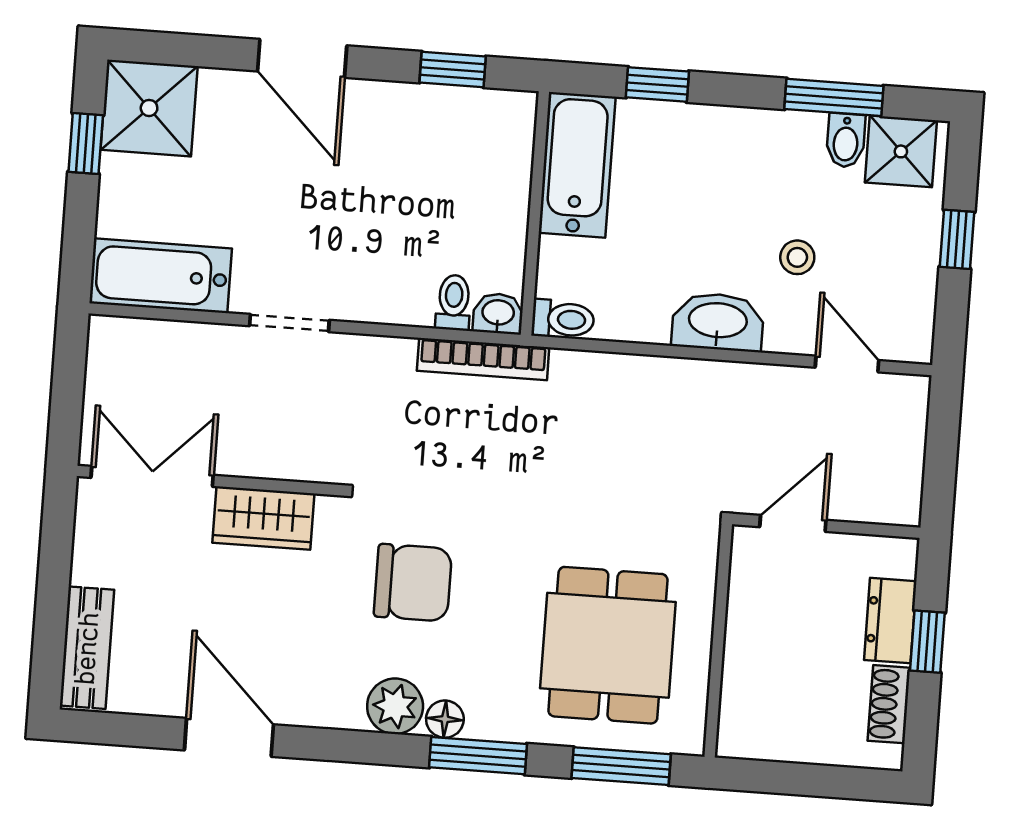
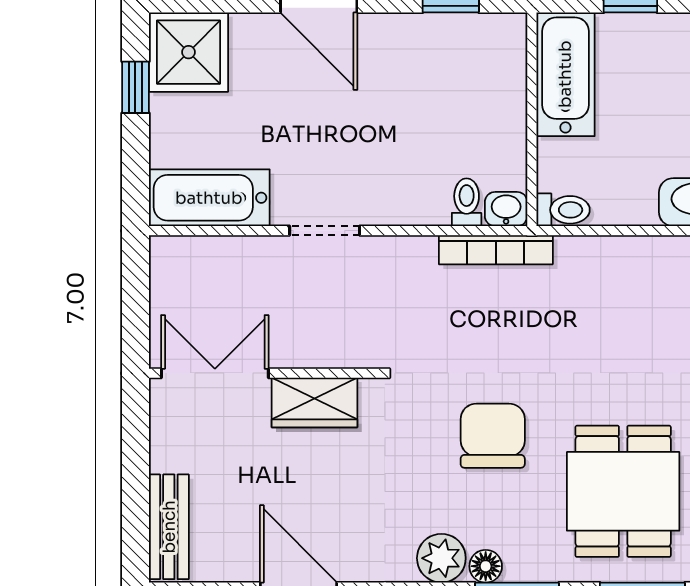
chair: (413, 583) -> (493, 436), moved, turned -90

